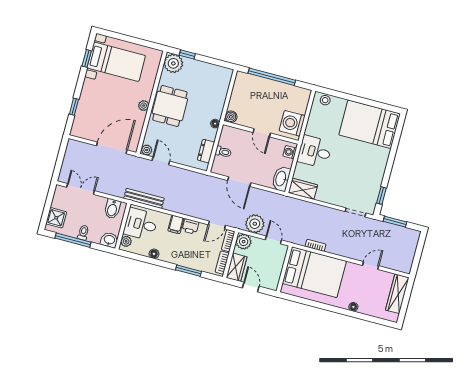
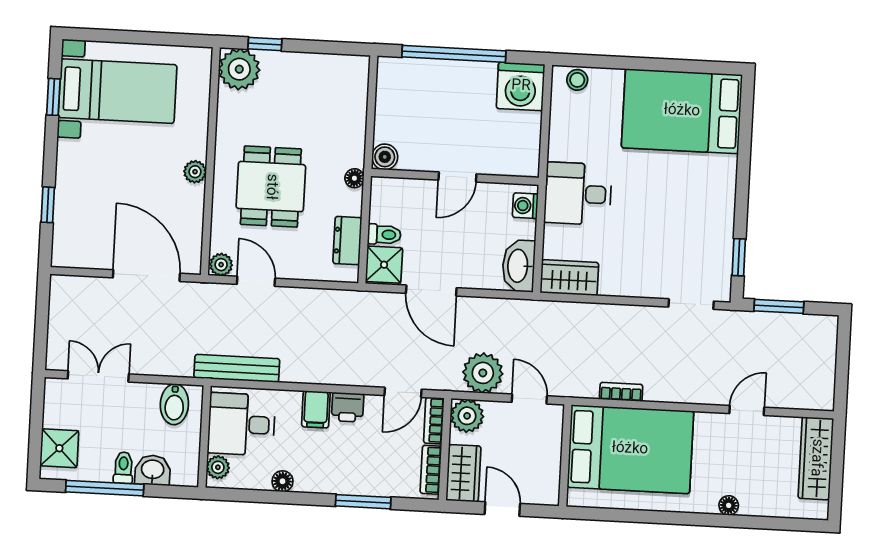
dining table: (170, 106) -> (271, 187), moved
washing machine: (292, 123) -> (521, 86), moved, turned -90
door: (262, 133) -> (457, 177), hinge flipped
door: (112, 148) -> (146, 276), hinge flipped
shower: (220, 165) -> (384, 265), added
washbasin: (109, 240) -> (153, 470), moved

